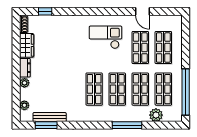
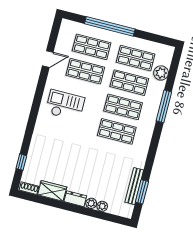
checkout: (106, 37) -> (65, 105), turned 90
window: (186, 92) -> (110, 26), moved
plant: (24, 105) -> (102, 206), moved

